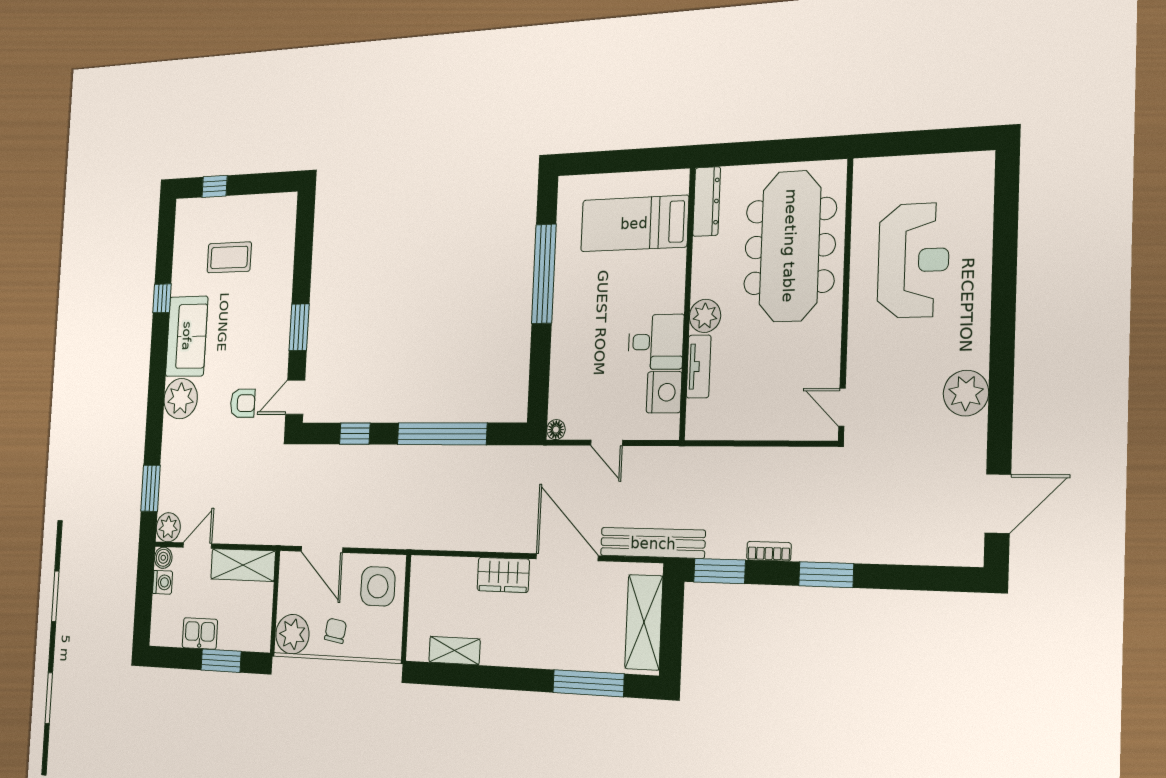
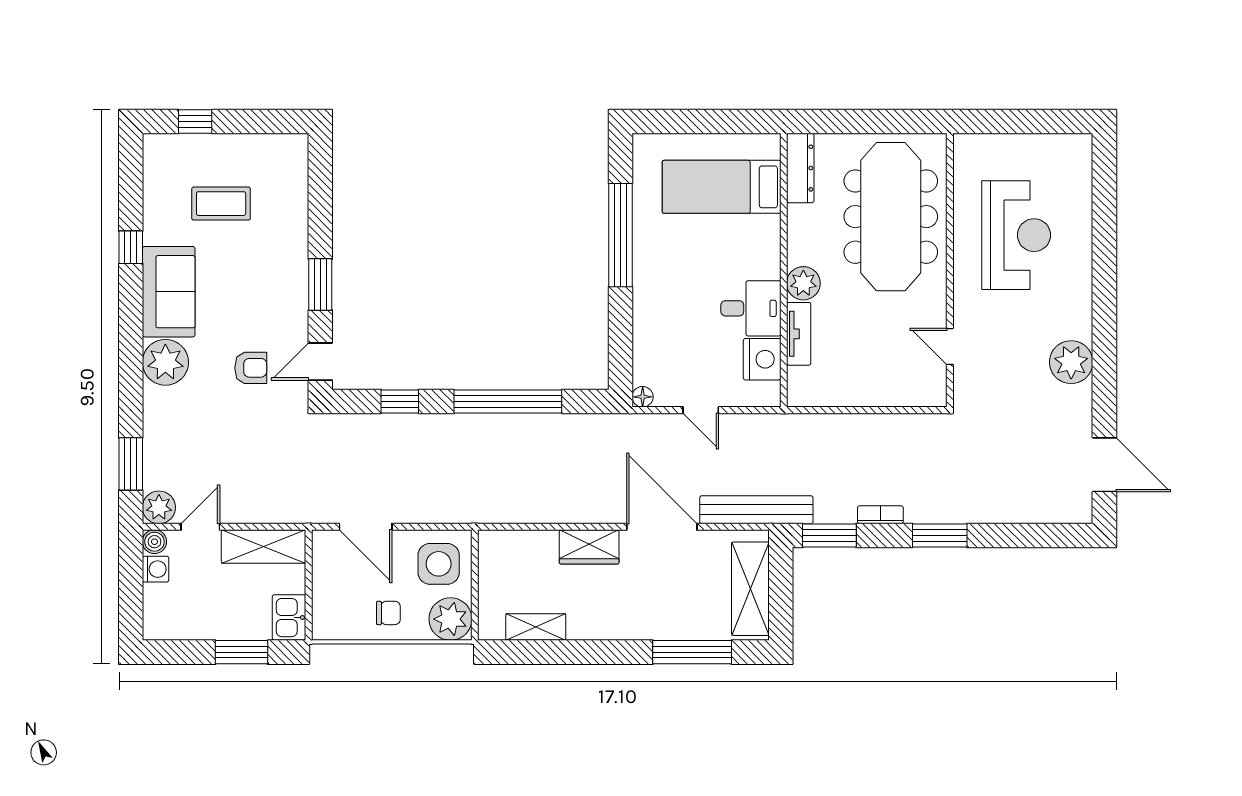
door: (842, 407) -> (950, 347), moved
door: (998, 504) -> (1104, 465), hinge flipped
chair: (335, 631) -> (388, 613), turned 81
kitchen sink: (200, 634) -> (289, 618), moved, turned -90
plant: (292, 634) -> (450, 619), moved

